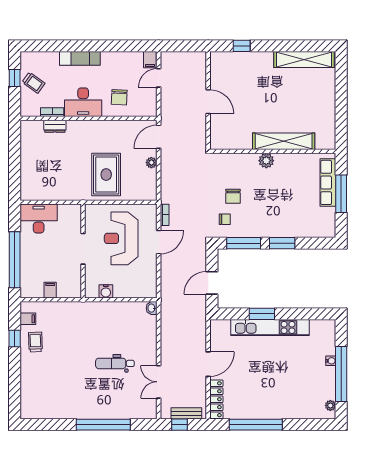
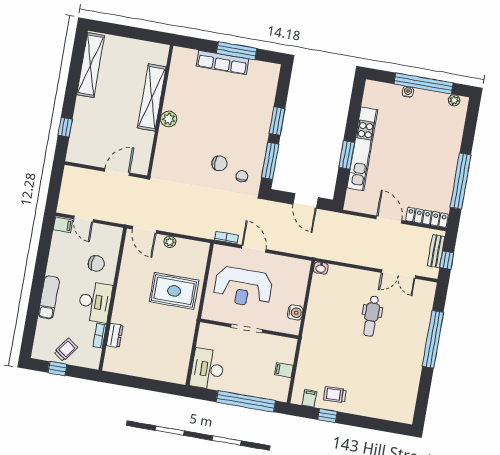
shelving: (284, 141) -> (152, 97), moved
wall: (273, 151) -> (160, 111), moved
plant: (266, 161) -> (169, 119), moved

